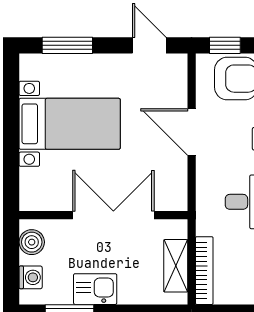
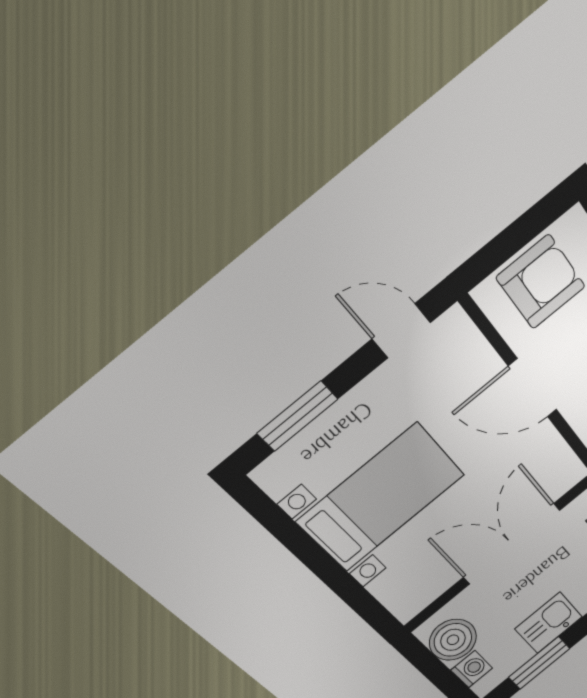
window: (225, 45) -> (497, 252), removed
boiler: (32, 242) -> (453, 640), width x1.36, depth x1.36

